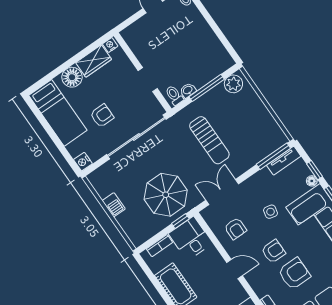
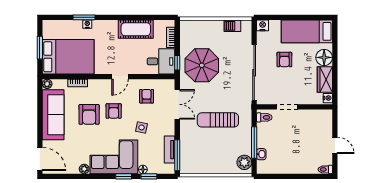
washbasin: (188, 90) -> (261, 154), moved
tv unit: (284, 161) -> (170, 150), moved
barbecue: (114, 205) -> (232, 26), moved
armchair: (236, 229) -> (147, 96), turned 90

